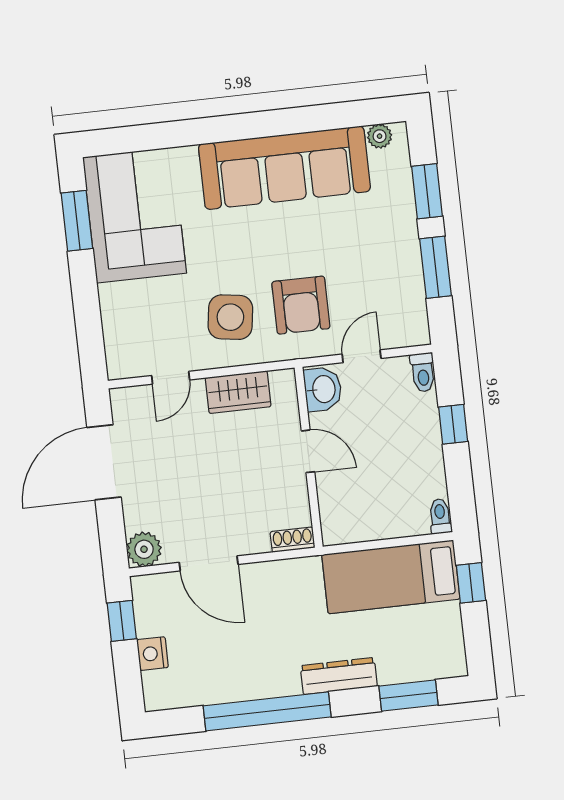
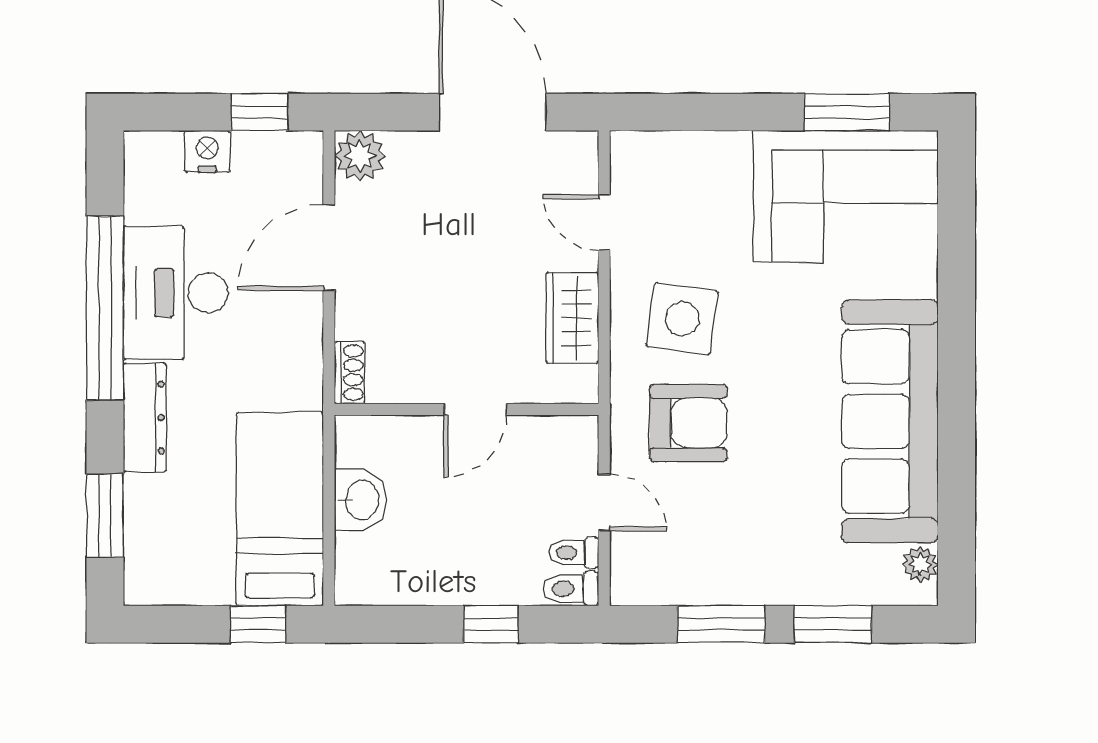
armchair: (301, 305) -> (688, 423), turned 180
washbasin: (323, 389) -> (361, 500), moved, turned -90
toilet: (440, 516) -> (574, 553), moved, turned 180
desk: (251, 664) -> (176, 293), added

